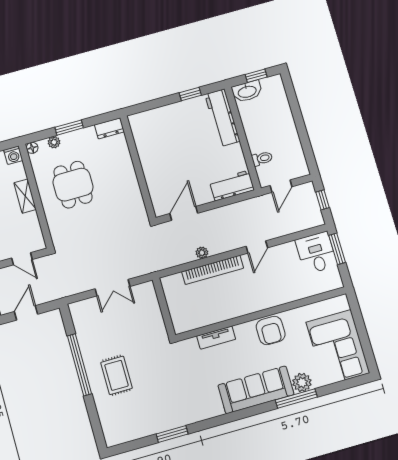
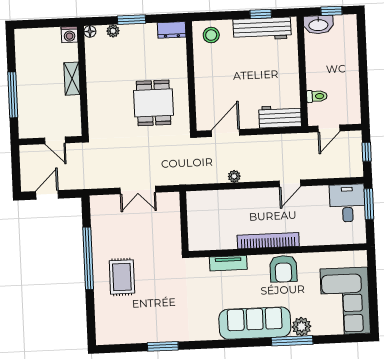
workbench: (222, 118) -> (262, 29), moved, turned -90
stool: (148, 124) -> (211, 35), added
dining table: (73, 185) -> (154, 103), moved
bookcase: (213, 270) -> (268, 241), moved, turned 180

